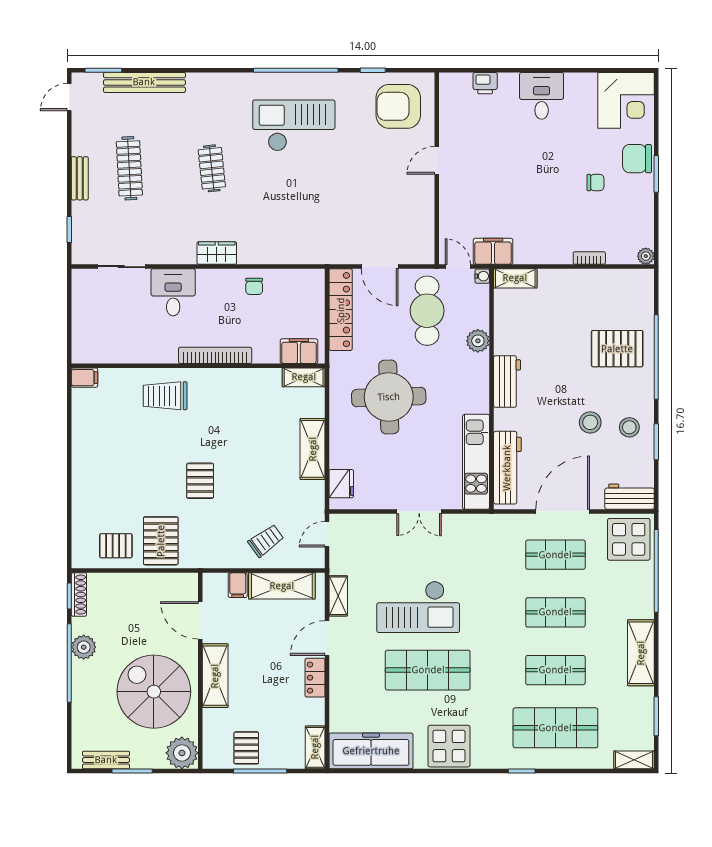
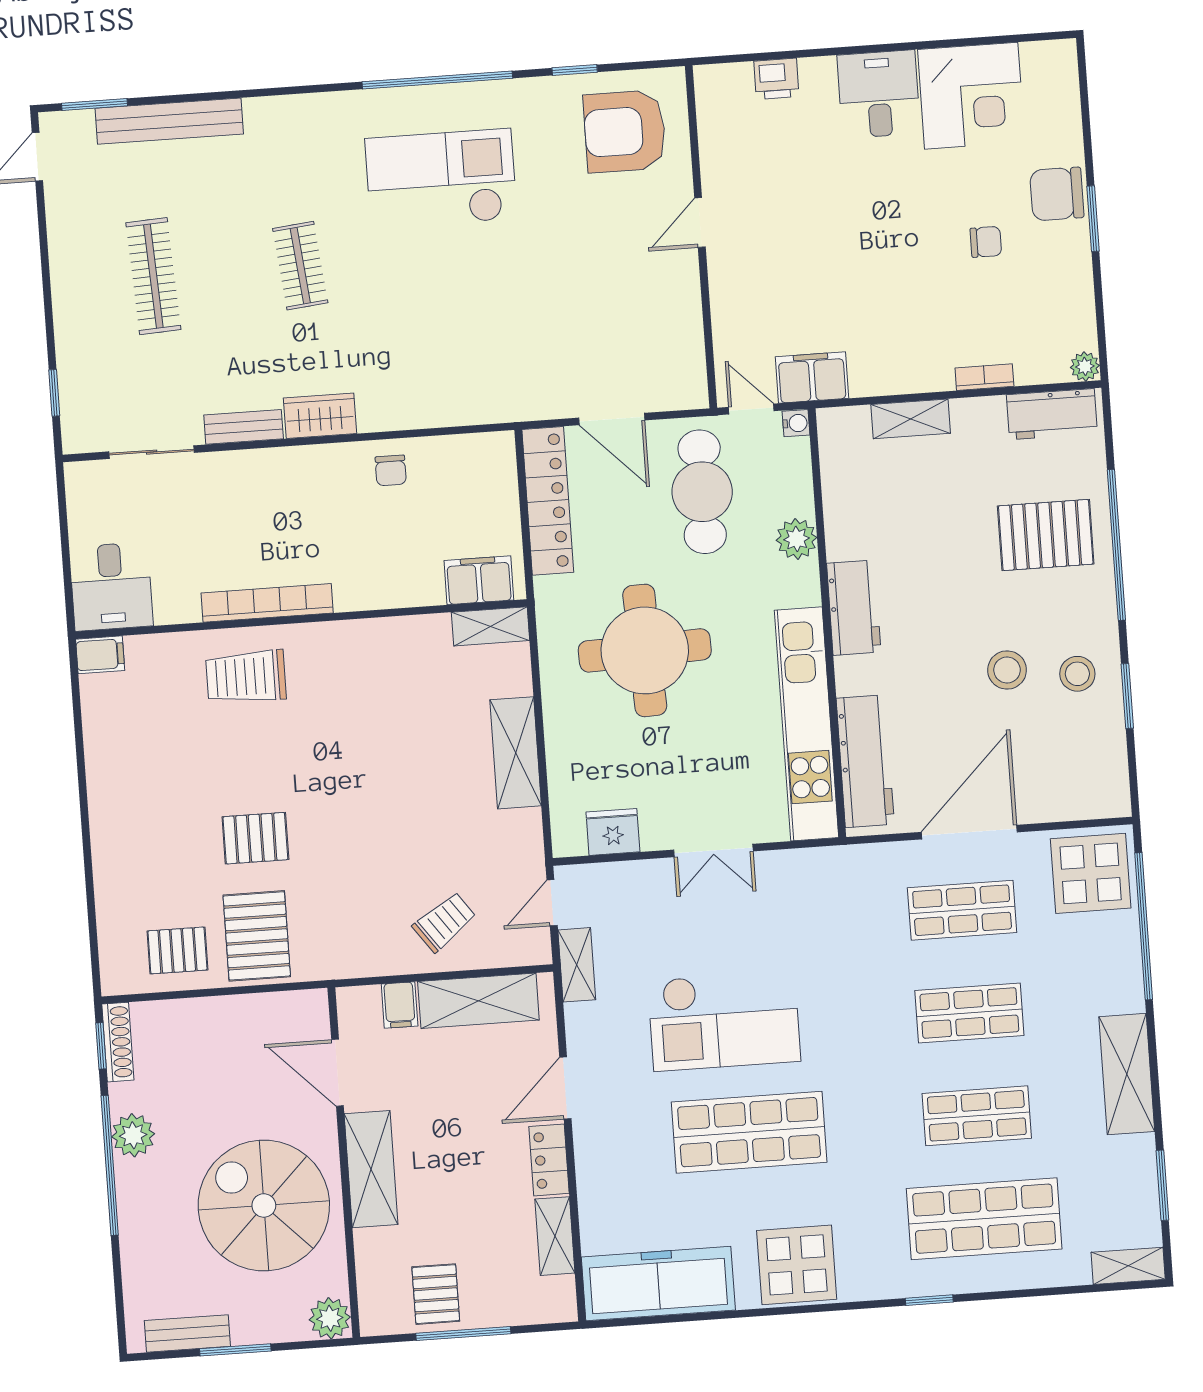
corner desk: (626, 100) -> (971, 96), moved
bench: (80, 178) -> (244, 427), moved, turned 90
shelving: (515, 278) -> (911, 419), moved
desk: (173, 292) -> (111, 587), moved, turned 180
bookcase: (215, 355) -> (267, 603), moved
kitchen unit: (476, 462) -> (806, 724), width x1.36
pallet: (200, 481) -> (255, 838), moved, turned 90
fridge: (341, 484) -> (613, 832), moved, turned -90
workbench: (630, 497) -> (1052, 414), moved, turned 180
shelving: (338, 596) -> (577, 965), moved
shelving: (315, 747) -> (555, 1236), moved
plant: (182, 753) -> (330, 1318), width x0.73, depth x0.73

